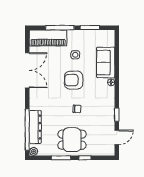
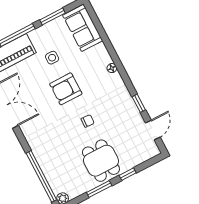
sofa: (106, 63) -> (83, 28), moved
dresser: (35, 127) -> (49, 168), removed
dining table: (72, 140) -> (101, 161), turned 90

